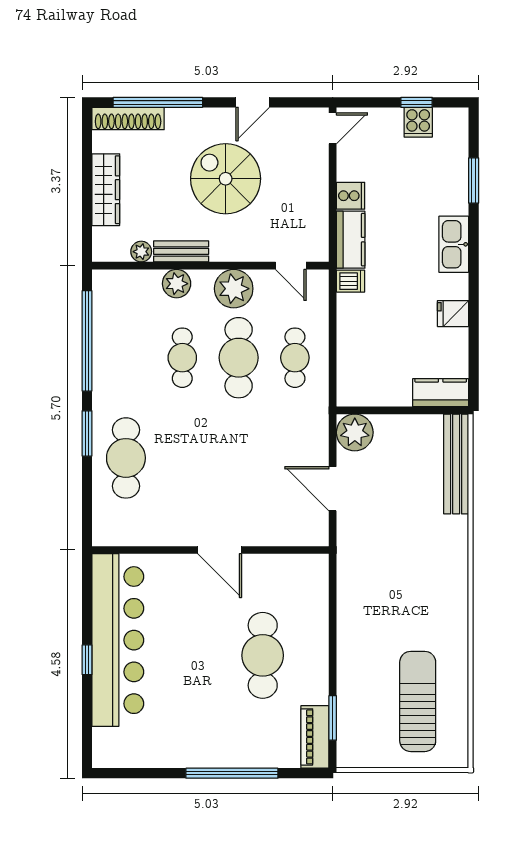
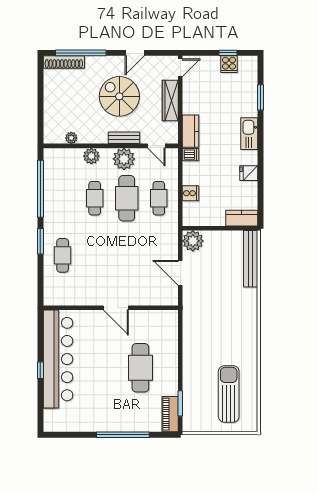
wardrobe: (106, 190) -> (170, 101), moved, turned 180
cooker: (351, 196) -> (190, 193), moved
bench: (181, 251) -> (124, 138), moved
cafe table: (126, 458) -> (63, 255), width x0.73, depth x0.74

